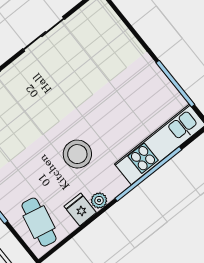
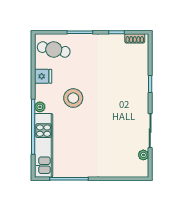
plant: (78, 19) -> (143, 155), added
plant: (99, 200) -> (40, 107), moved

